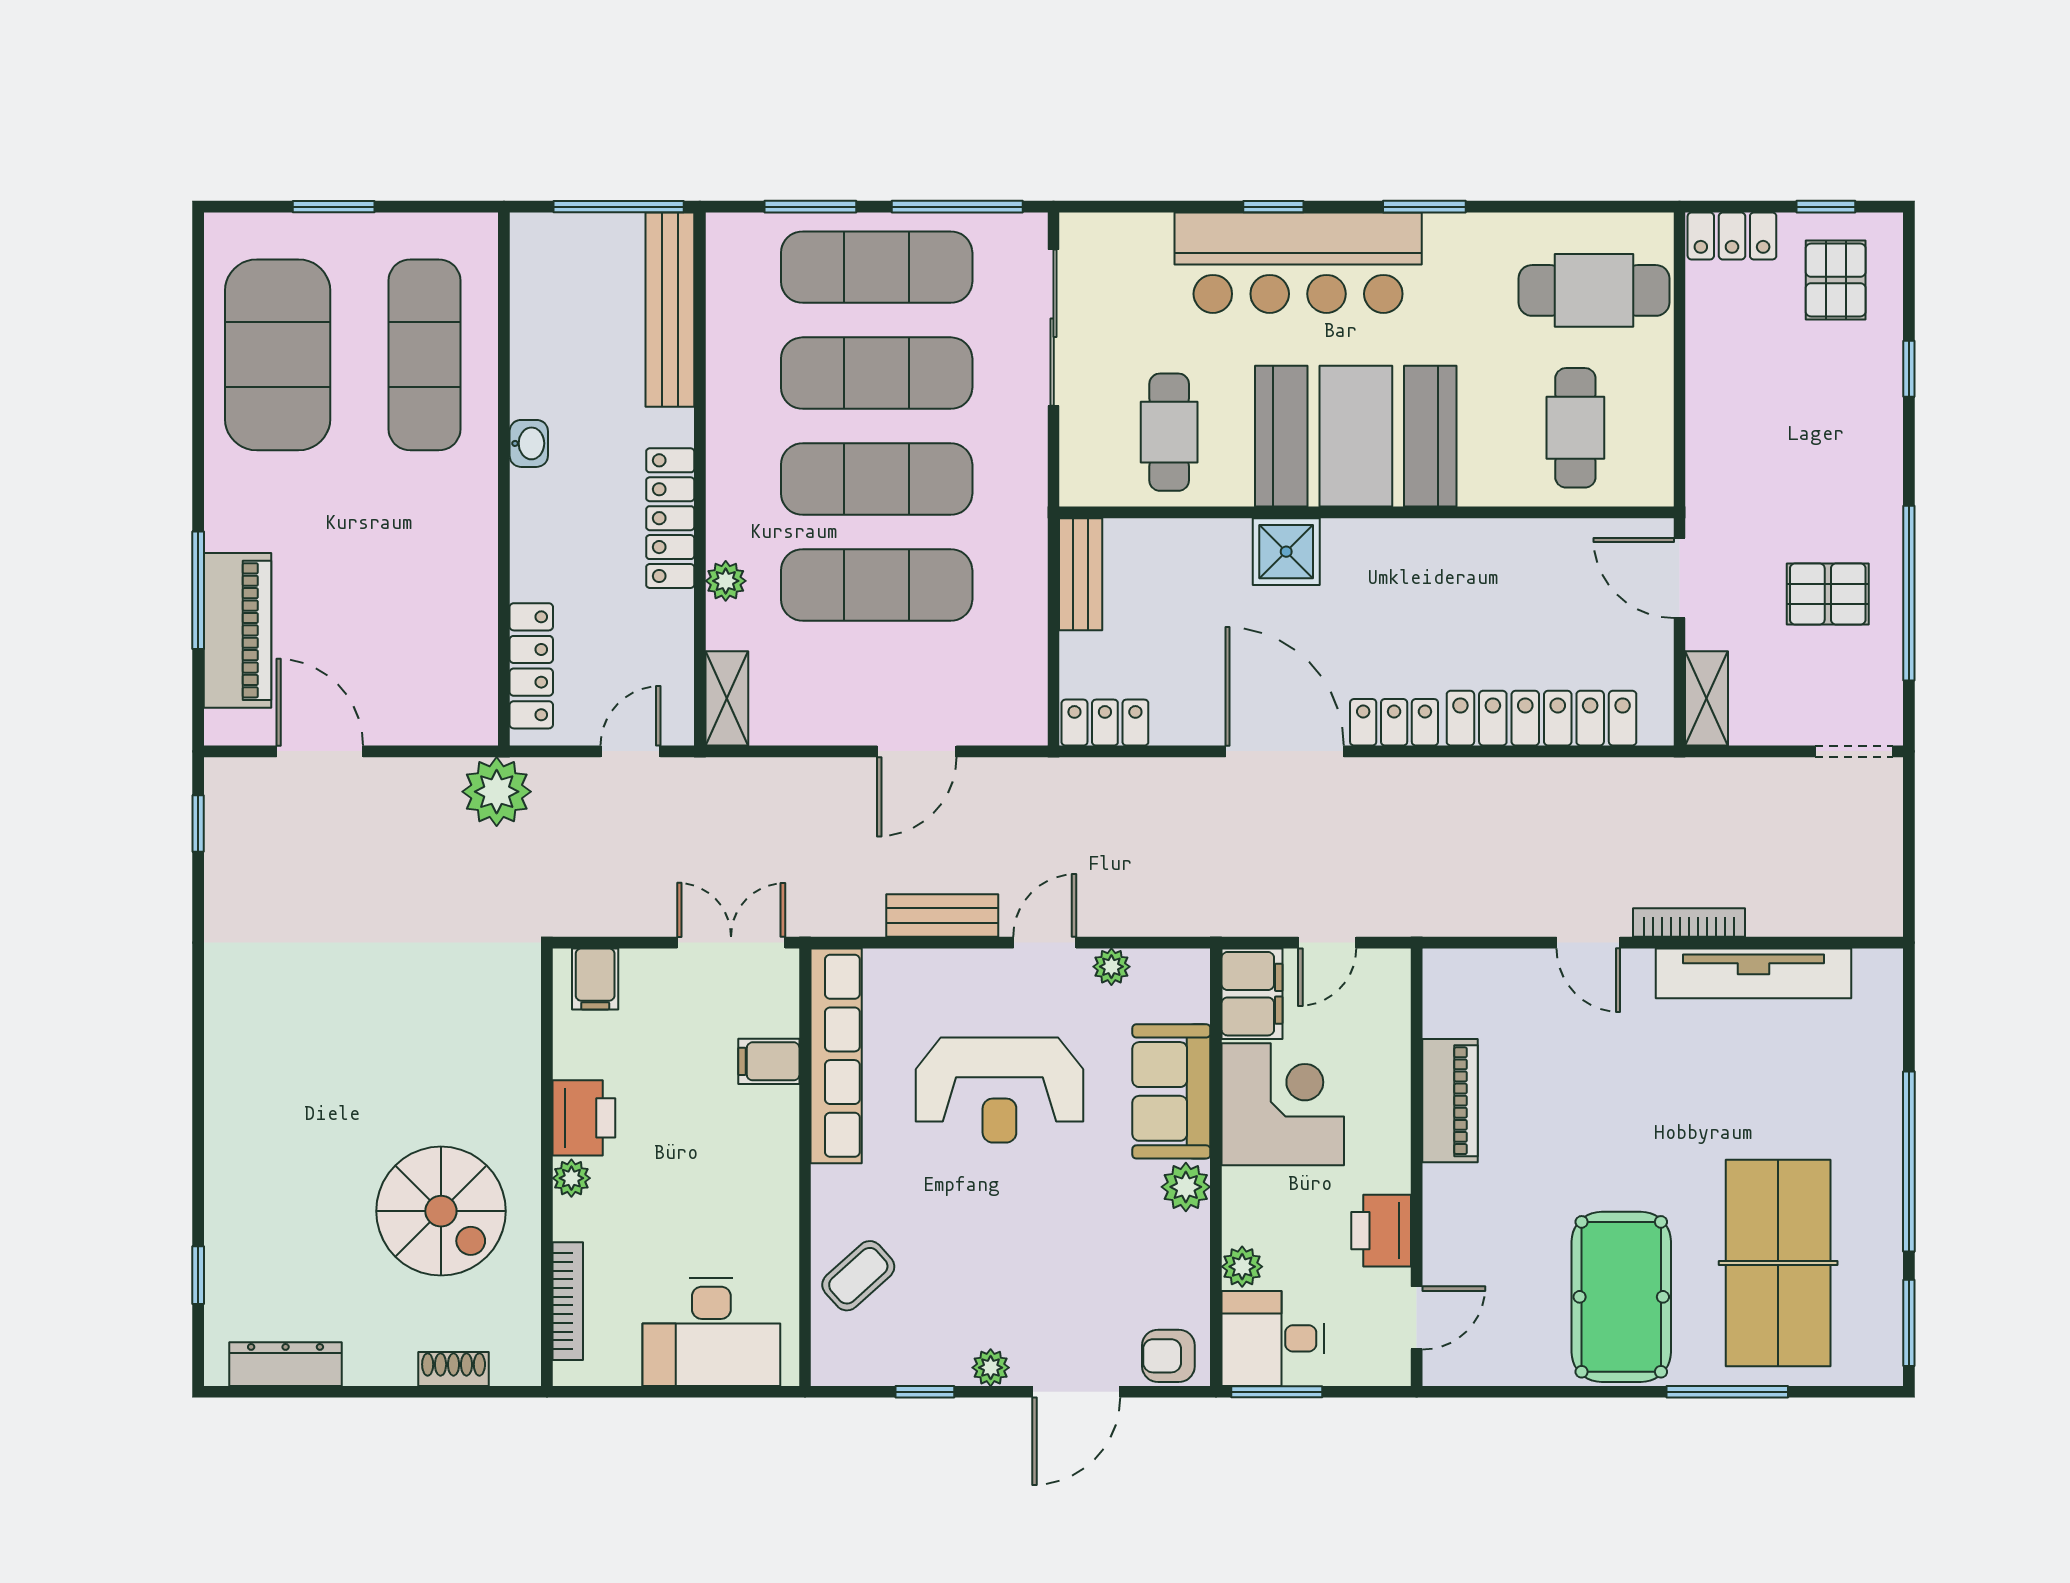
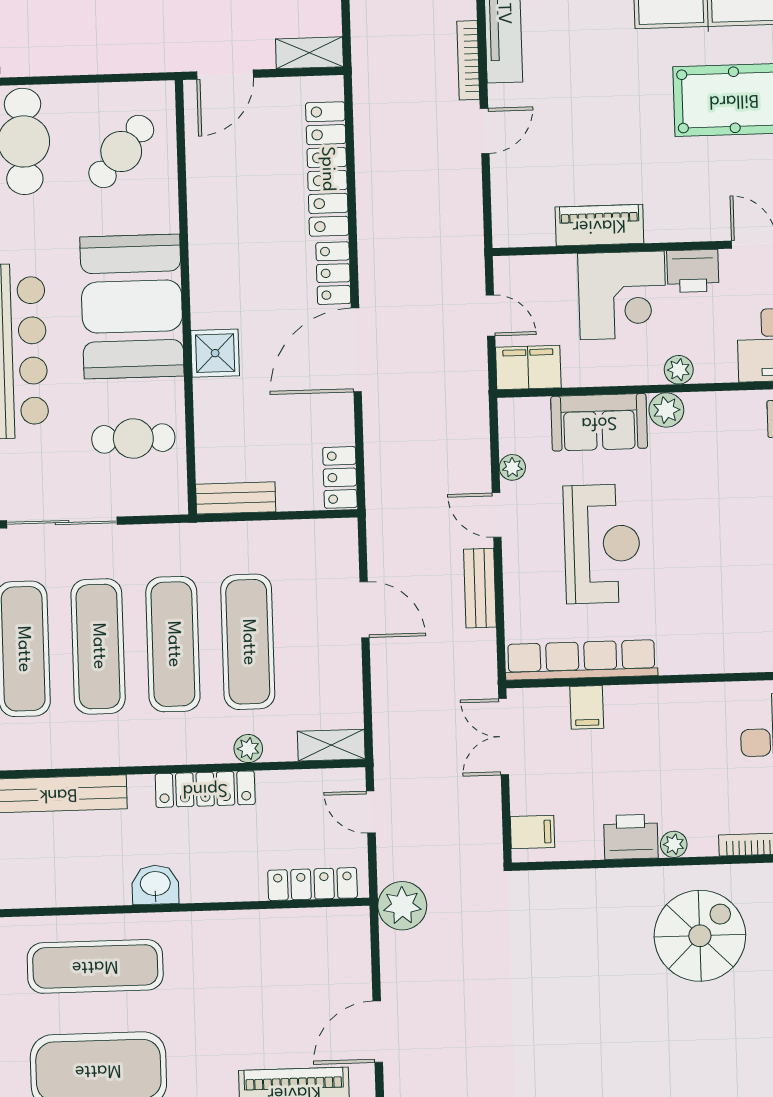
cafe table: (1575, 428) -> (121, 151), turned -49
washbasin: (529, 443) -> (155, 885), width x1.38, depth x1.45
corner desk: (1283, 1104) -> (622, 295), moved, turned 180
plant: (1242, 1267) -> (679, 370), moved
coffee table: (858, 1276) -> (736, 639), removed

